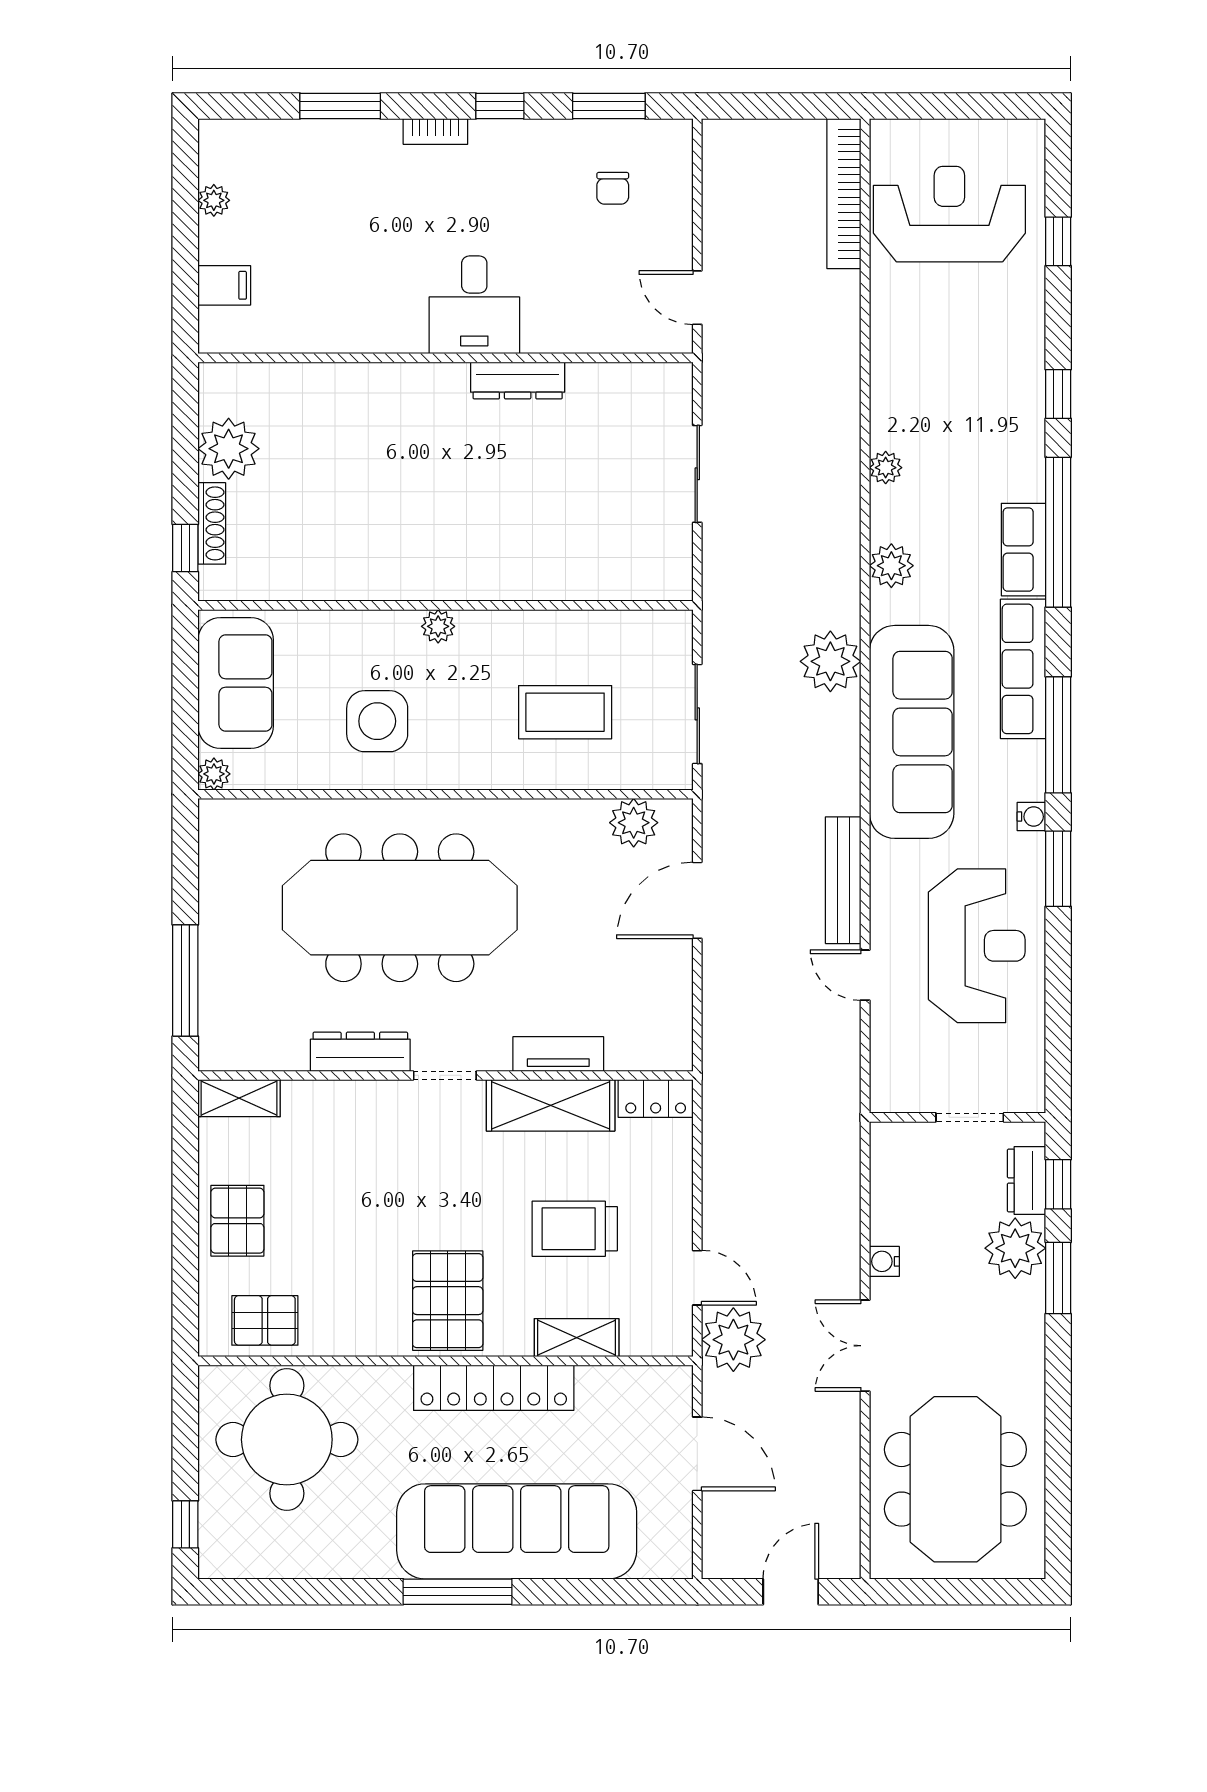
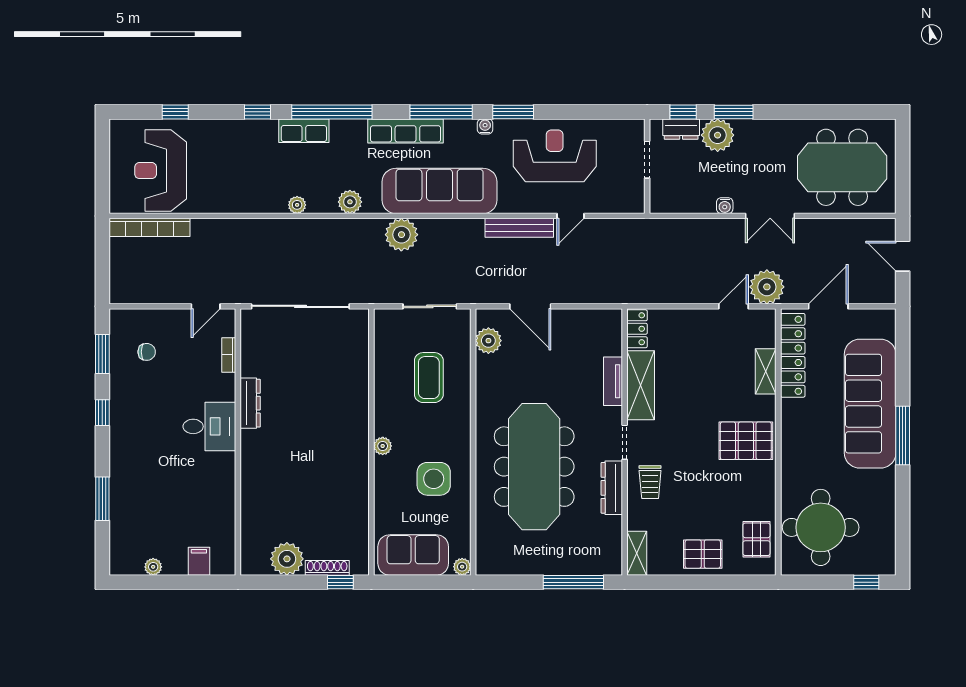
bookcase: (435, 131) -> (229, 355), moved, turned 180
sliding door: (697, 474) -> (300, 306), width x1.86
row of seats: (1023, 550) -> (304, 131), moved
trolley: (575, 1229) -> (650, 482), moved, width x0.73, depth x0.72
locker: (494, 1388) -> (793, 355), moved

